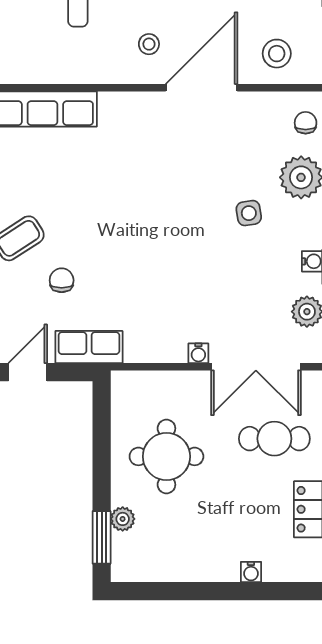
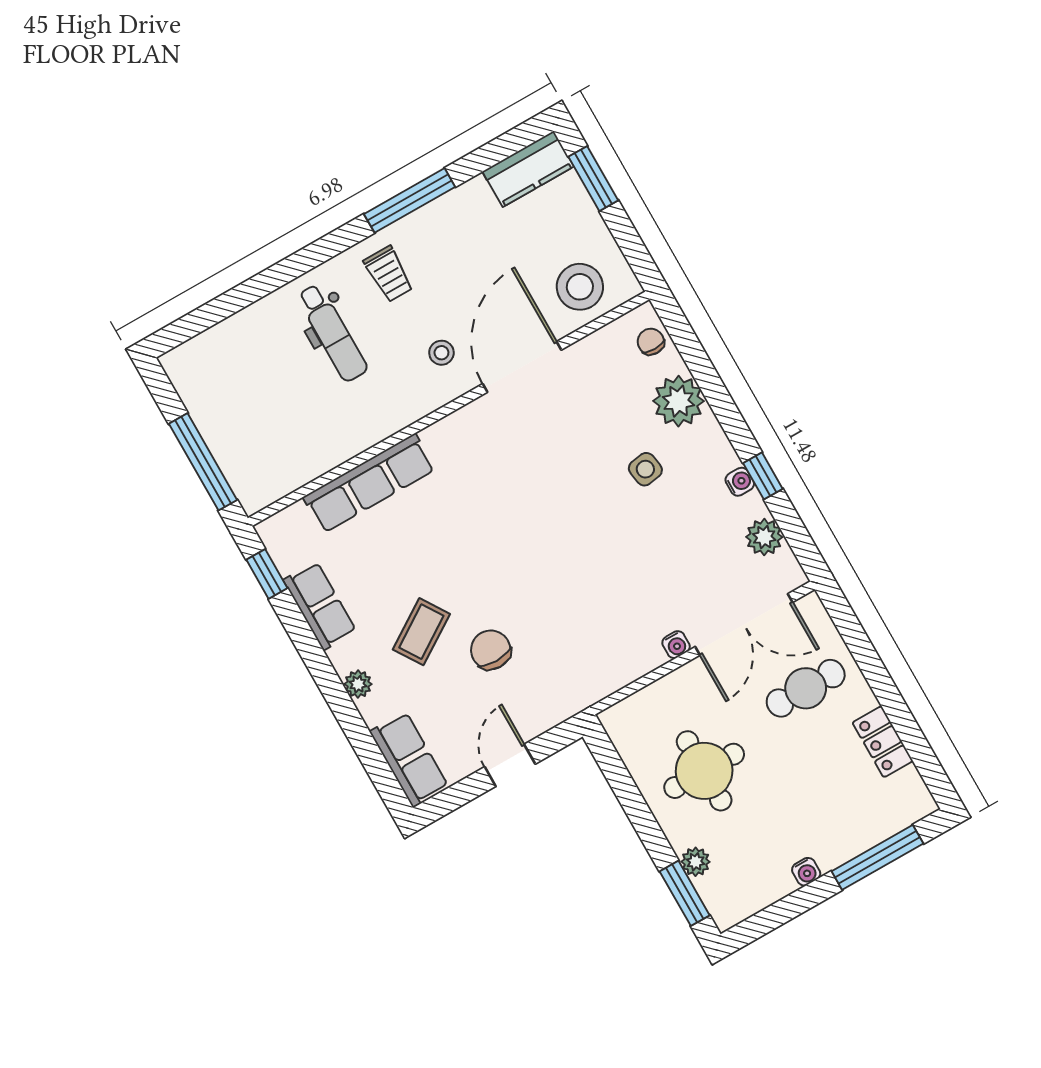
stool: (277, 54) -> (580, 287), width x1.38, depth x1.38
chair: (62, 280) -> (491, 650), width x1.37, depth x1.37
row of seats: (89, 347) -> (559, 703), removed
water cooler: (251, 572) -> (806, 872), moved
window: (256, 591) -> (877, 857), added

